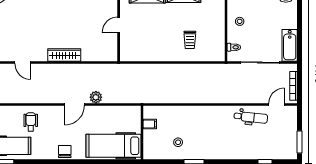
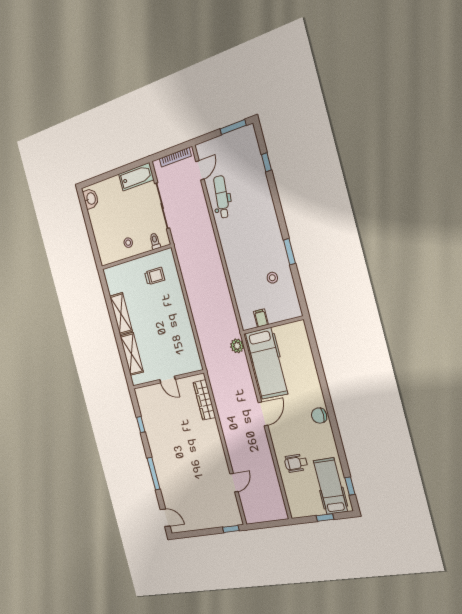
trolley: (190, 40) -> (155, 276), moved
wardrobe: (64, 55) -> (204, 400), moved
plant: (96, 97) -> (237, 346), moved
door: (74, 104) -> (263, 414), hinge flipped
door: (277, 104) -> (200, 170), swing flipped
hospital bed: (113, 146) -> (266, 364), moved

